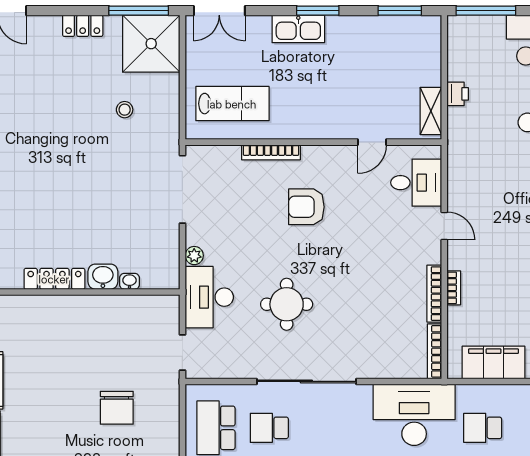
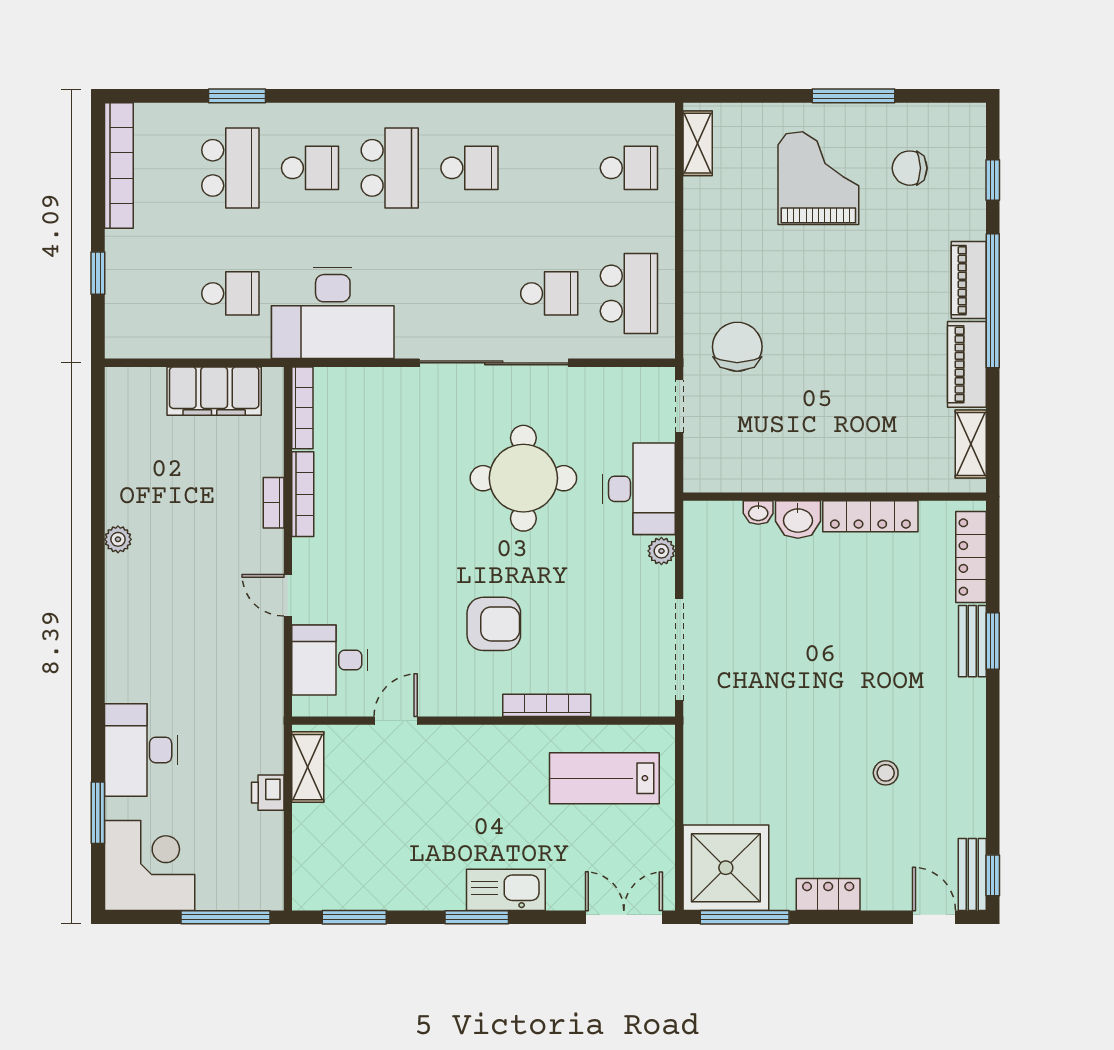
stool: (125, 110) -> (886, 773), moved
round table: (287, 304) -> (523, 478), width x1.36, depth x1.36
chair: (117, 408) -> (737, 347), moved

